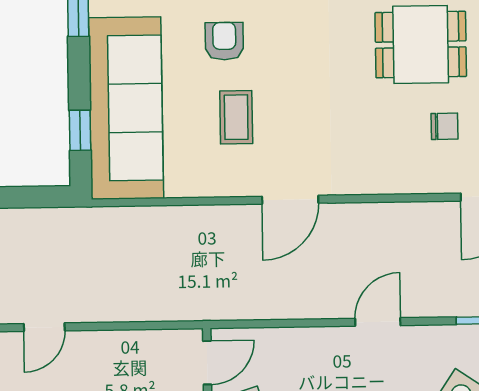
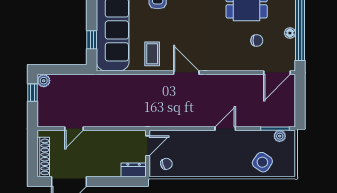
coffee table: (236, 117) -> (152, 54), moved
door: (290, 200) -> (186, 73), swing flipped

